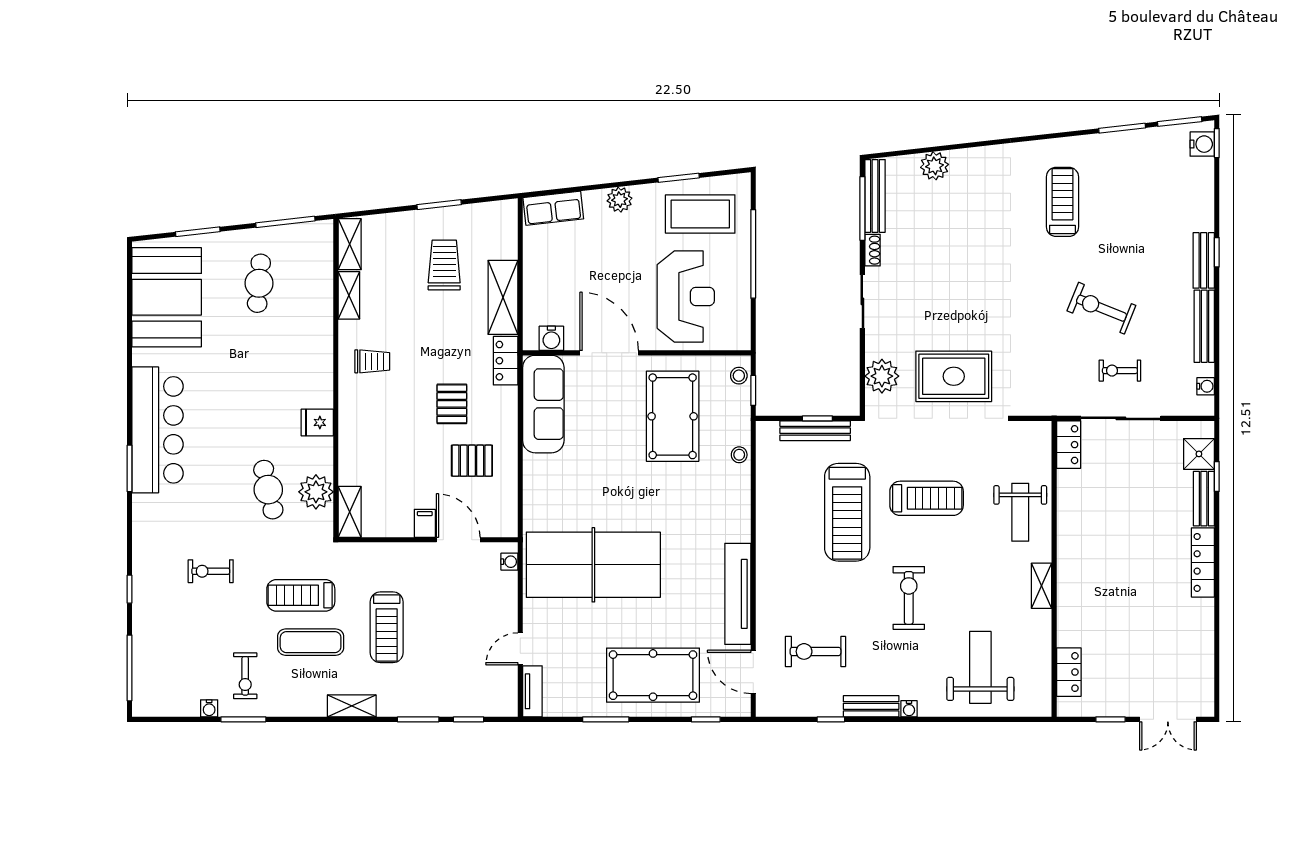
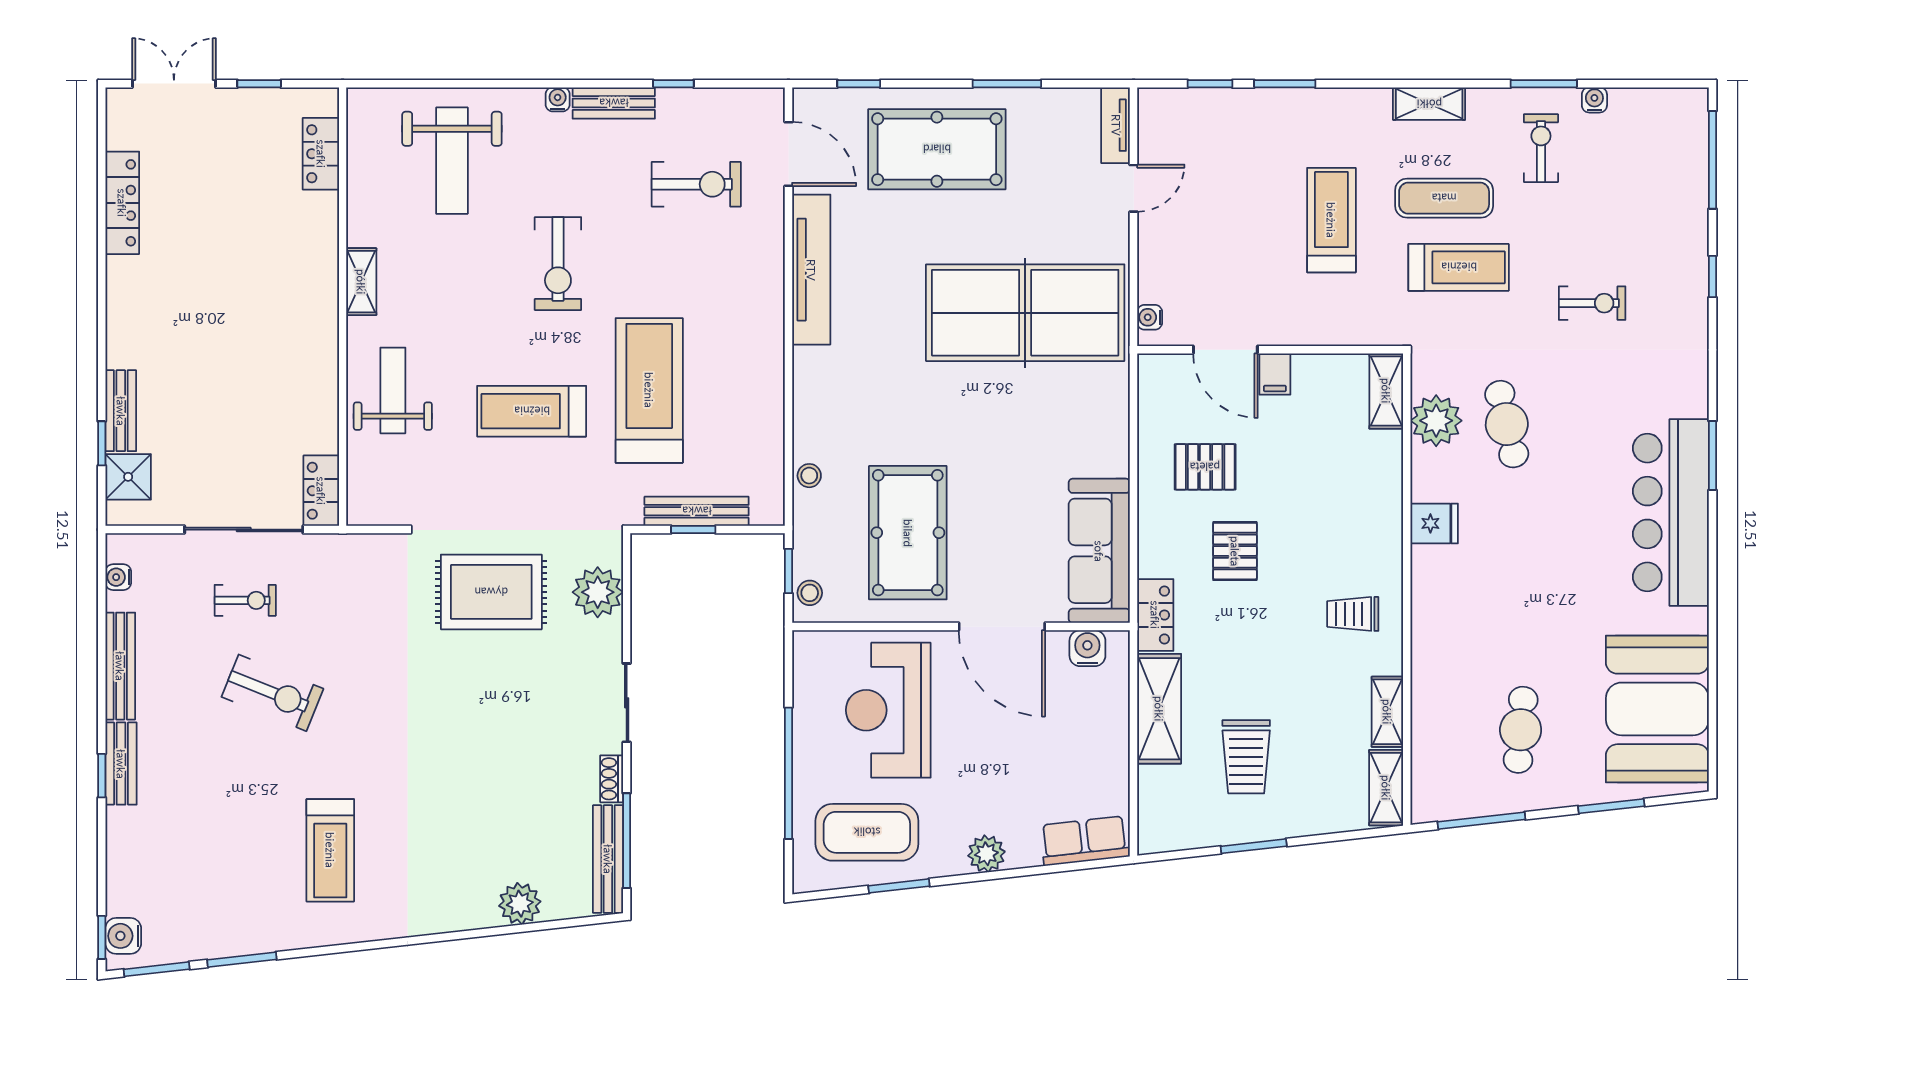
locker: (1203, 562) -> (122, 203), moved
shelving: (352, 706) -> (1429, 104), moved

